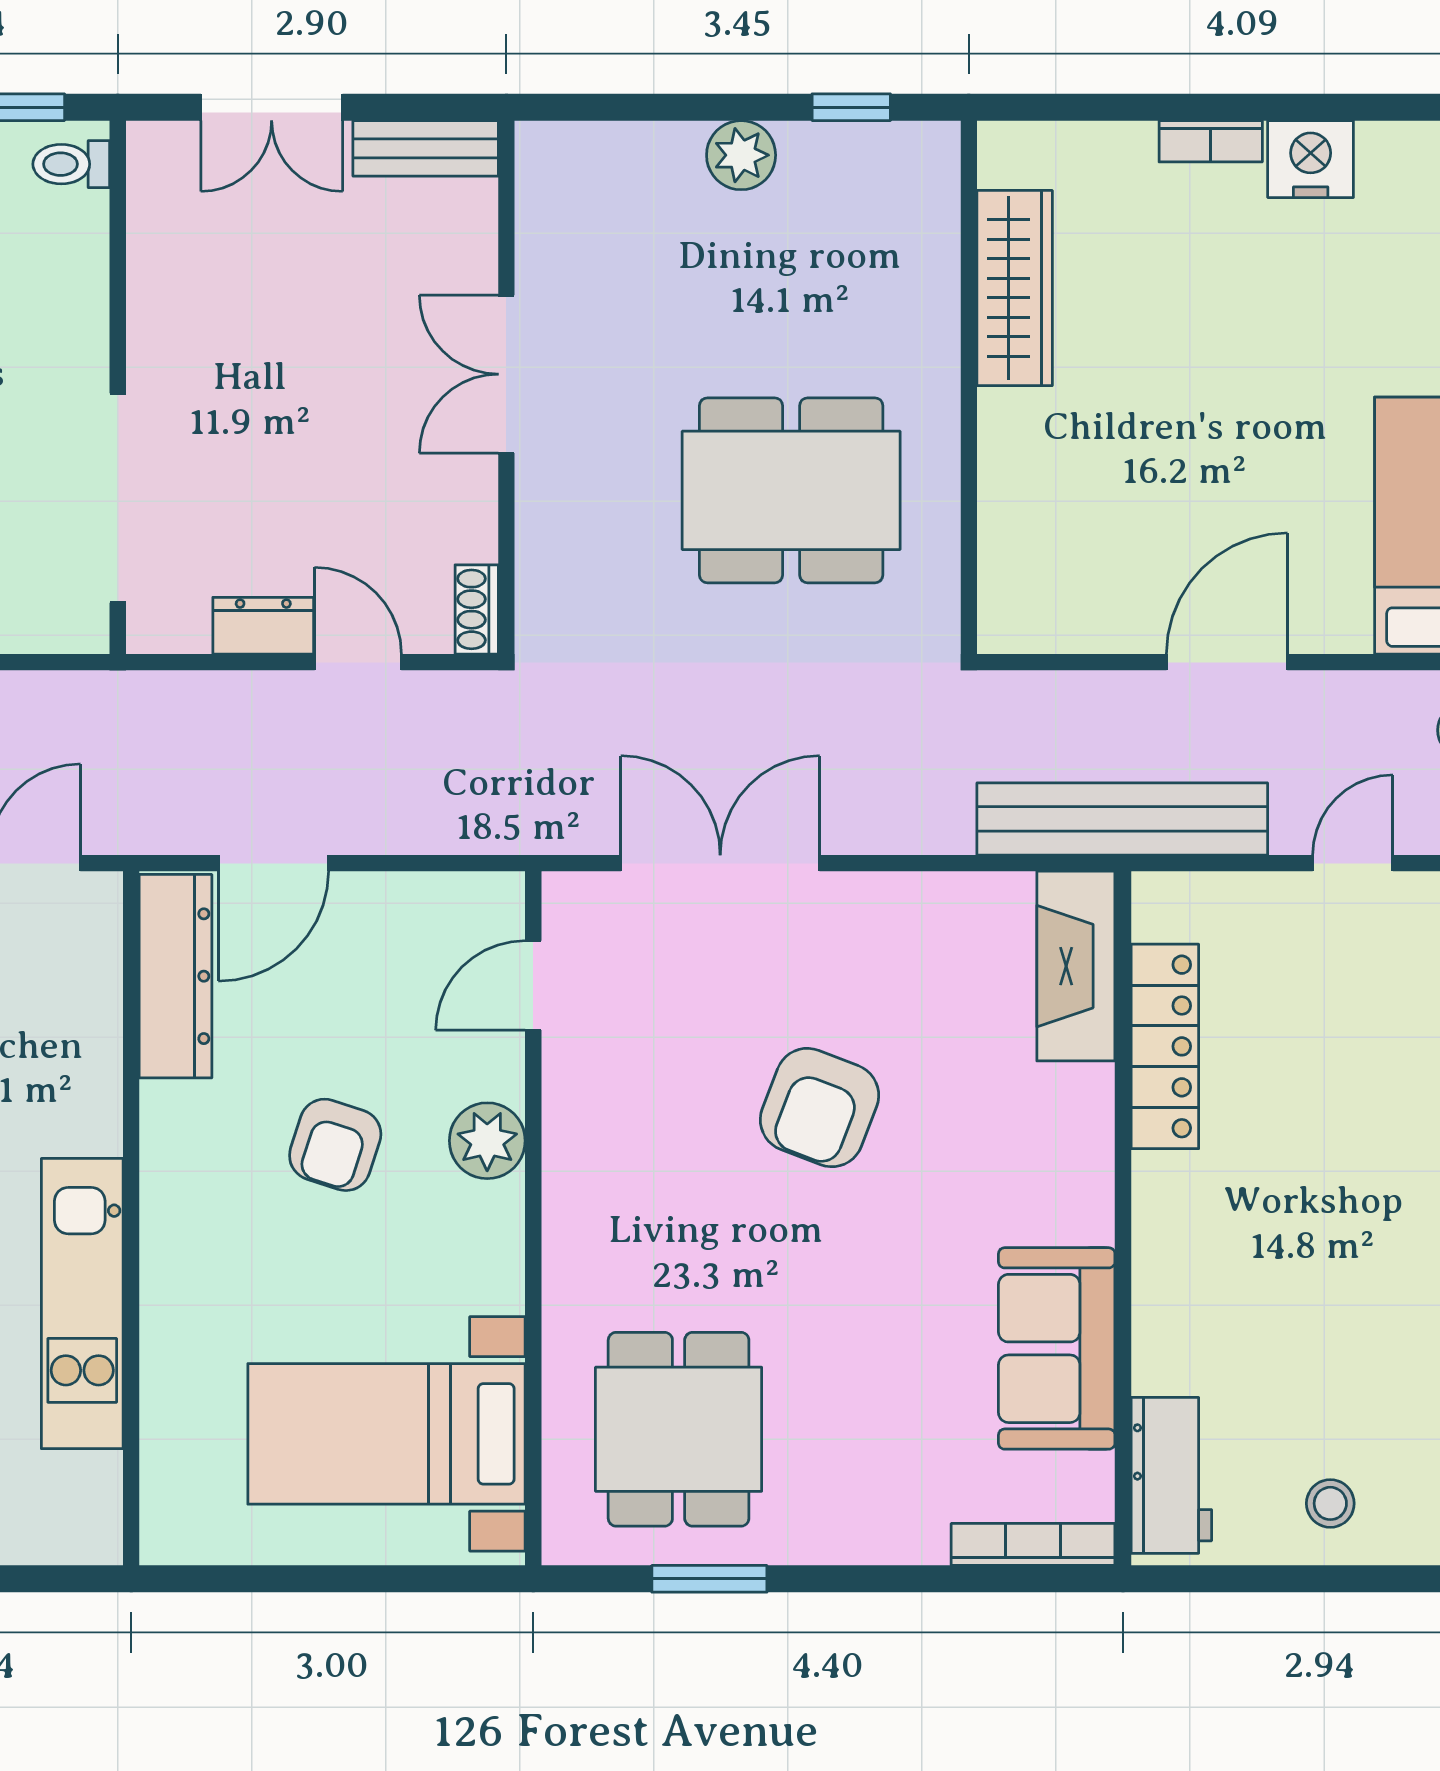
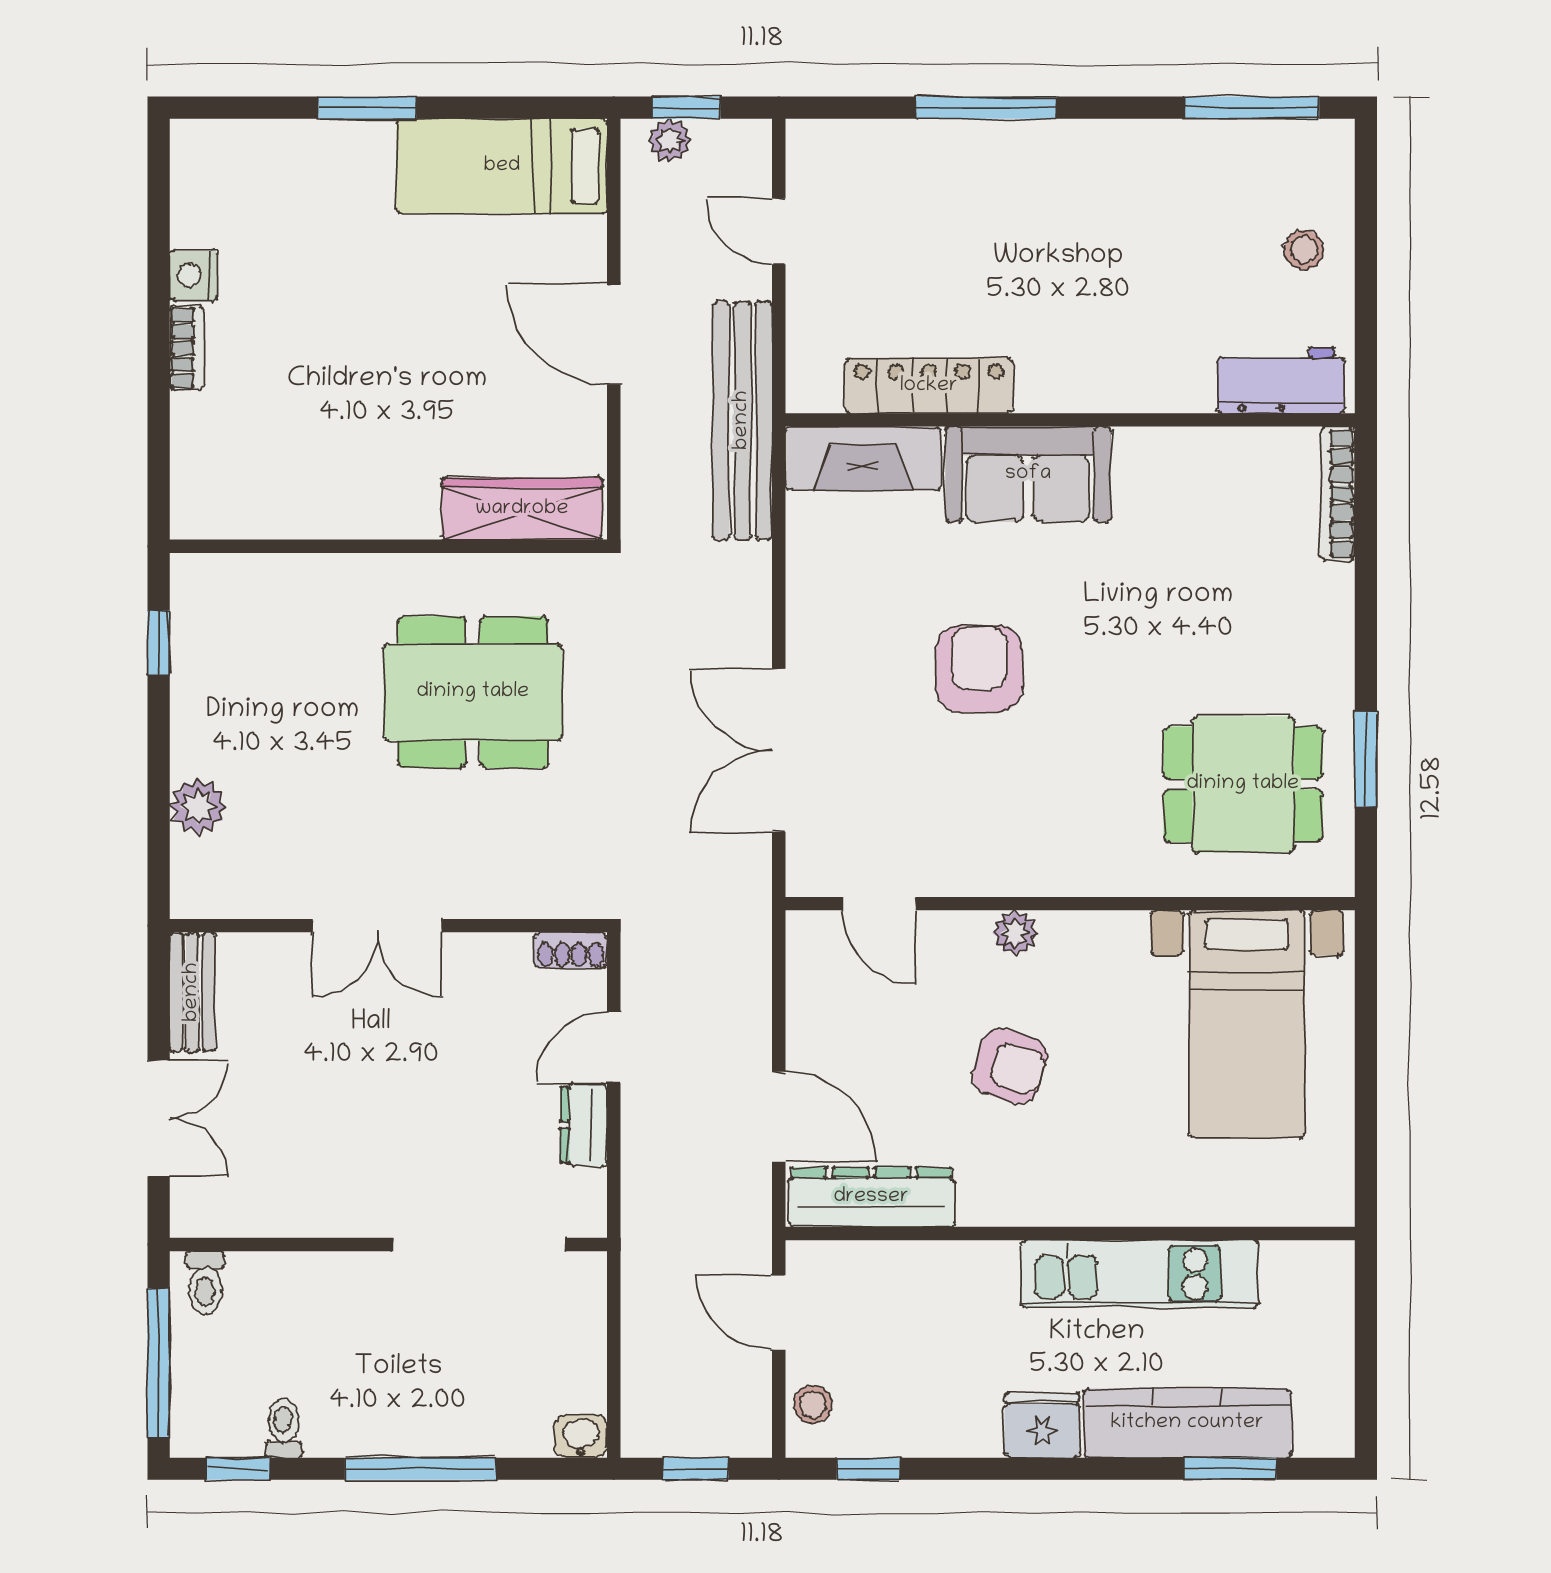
plant: (741, 155) -> (198, 807), moved
nightstand: (1311, 159) -> (193, 275), width x0.74, depth x0.75
wardrobe: (1015, 288) -> (522, 509), moved
dining table: (791, 490) -> (473, 692), turned 90
armchair: (820, 1108) -> (979, 669), turned -111
plant: (487, 1141) -> (1015, 933), width x0.73, depth x0.73
sofa: (1057, 1348) -> (1028, 474), moved

